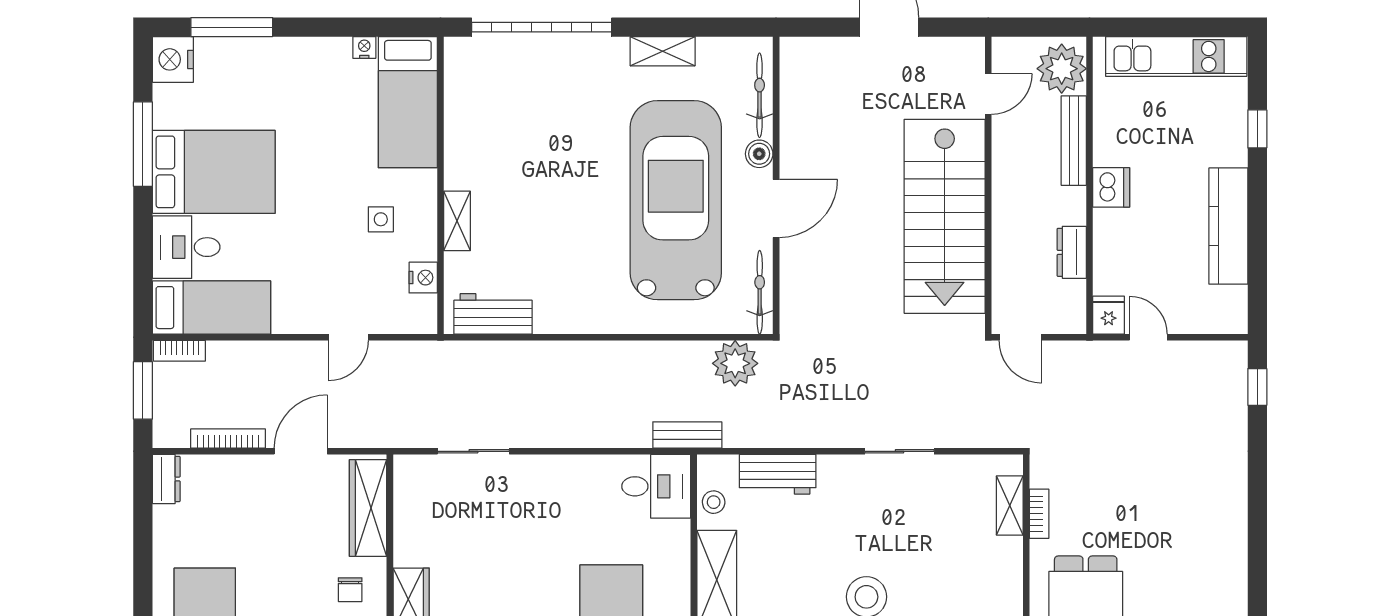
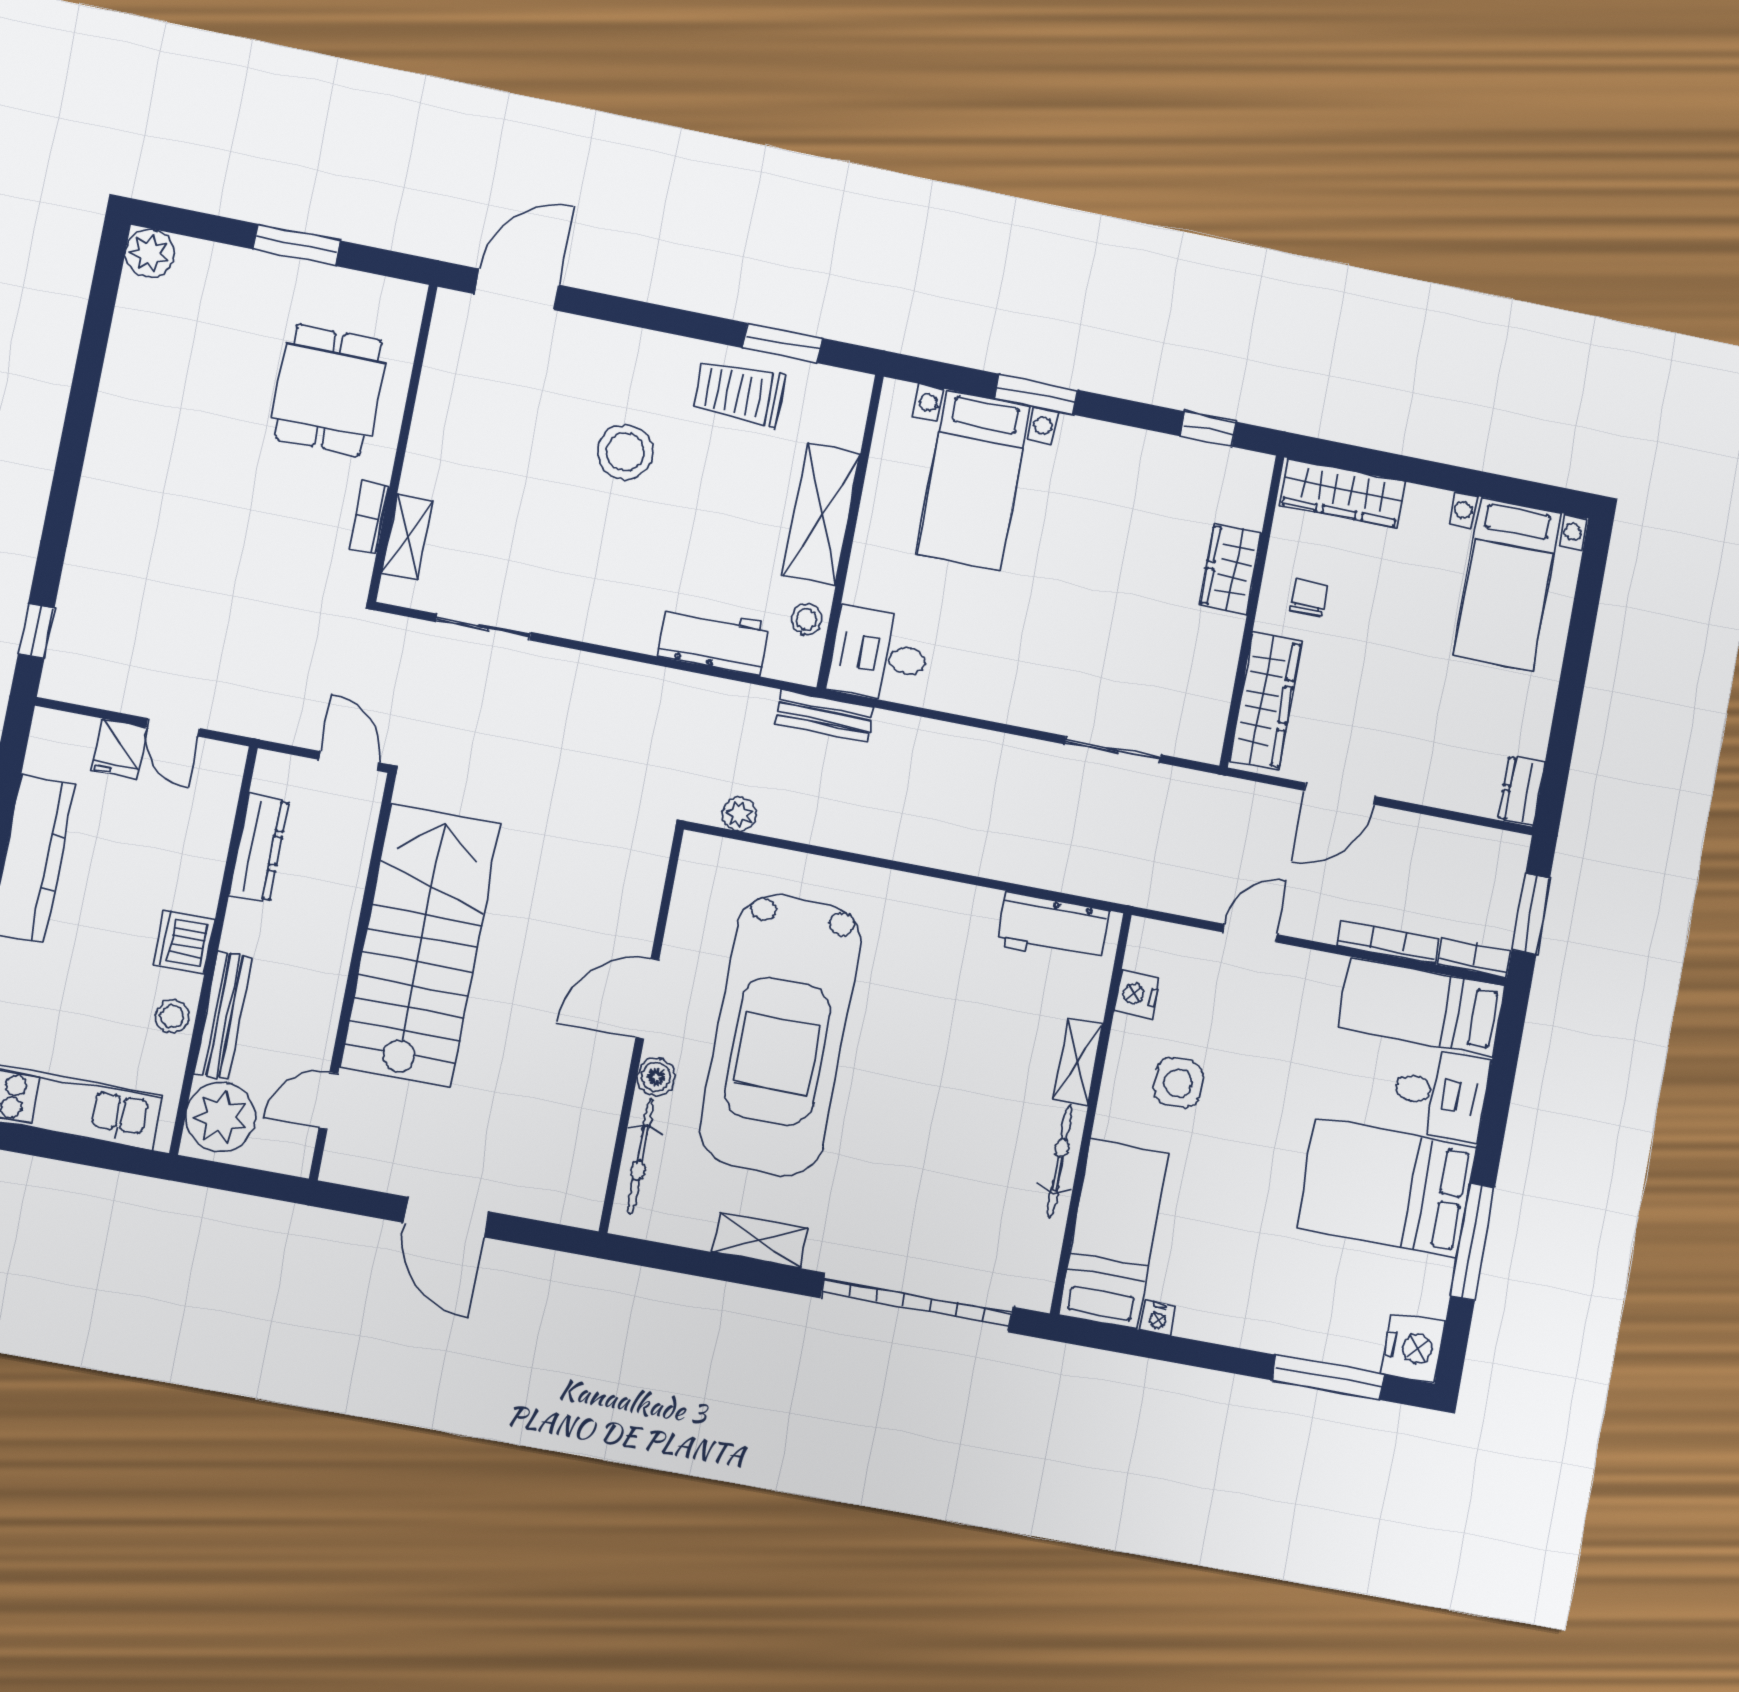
stool: (1109, 133) -> (172, 1017), added
side table: (381, 219) -> (1178, 1083), width x1.37, depth x1.37
dresser: (1072, 252) -> (259, 848), width x1.44
bicycle: (760, 292) -> (1060, 1161), moved, turned 180
fridge: (1109, 315) -> (119, 748), moved
plant: (735, 363) -> (739, 814), width x0.53, depth x0.53
bookcase: (228, 439) -> (1388, 942), moved, turned 180
sliding door: (900, 451) -> (483, 627), moved

